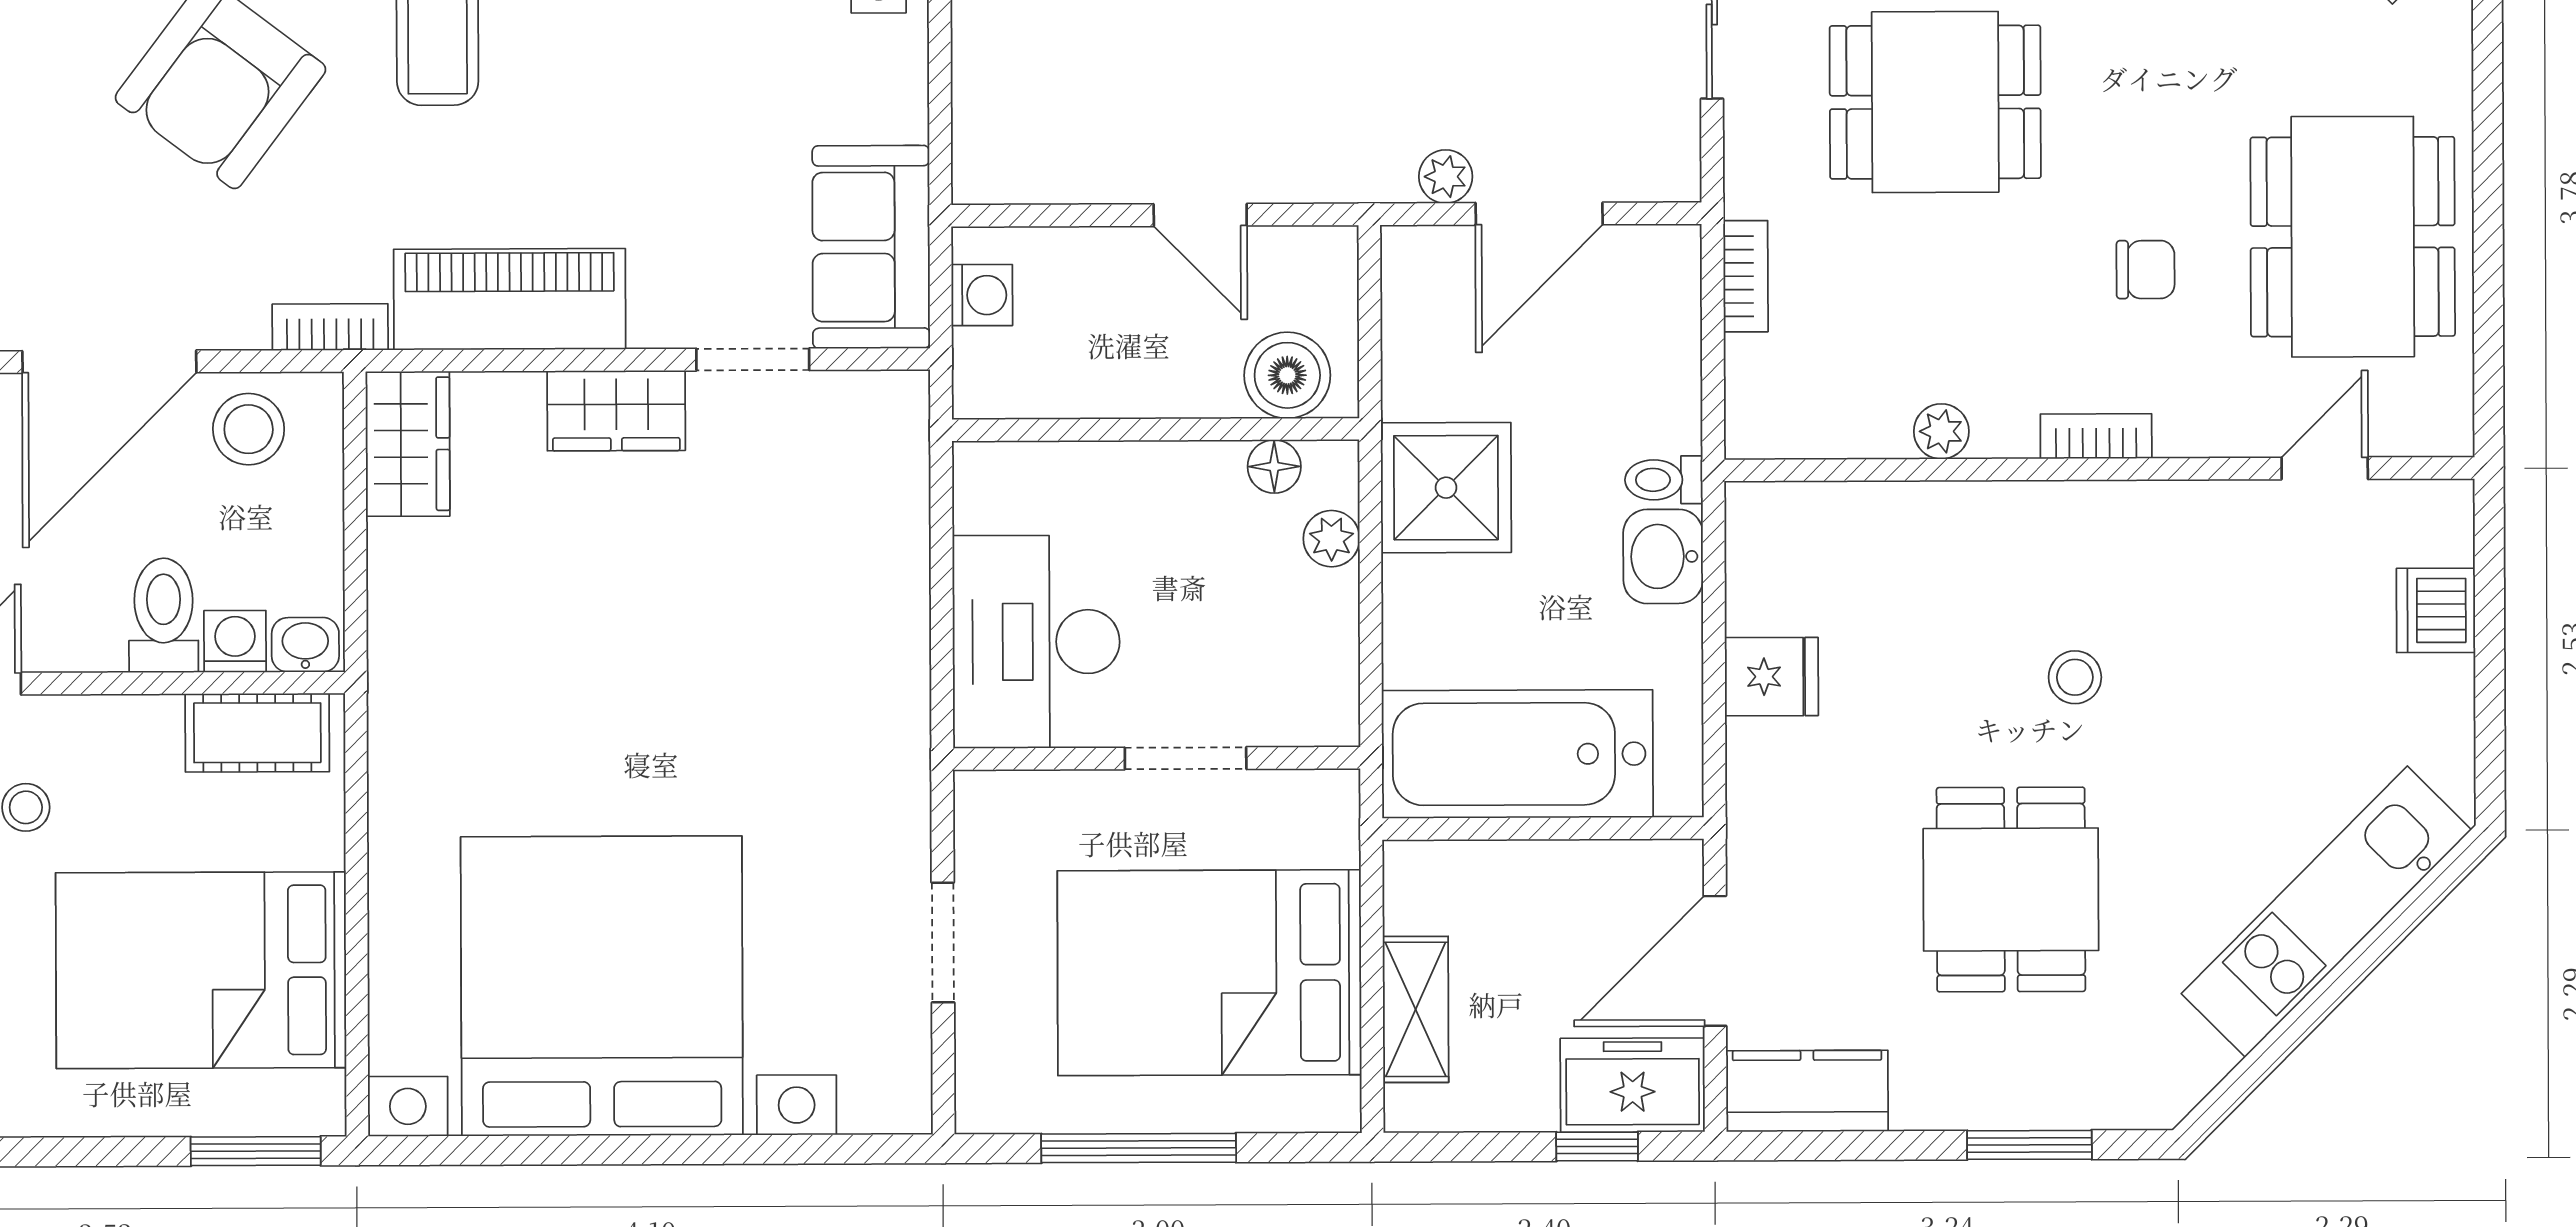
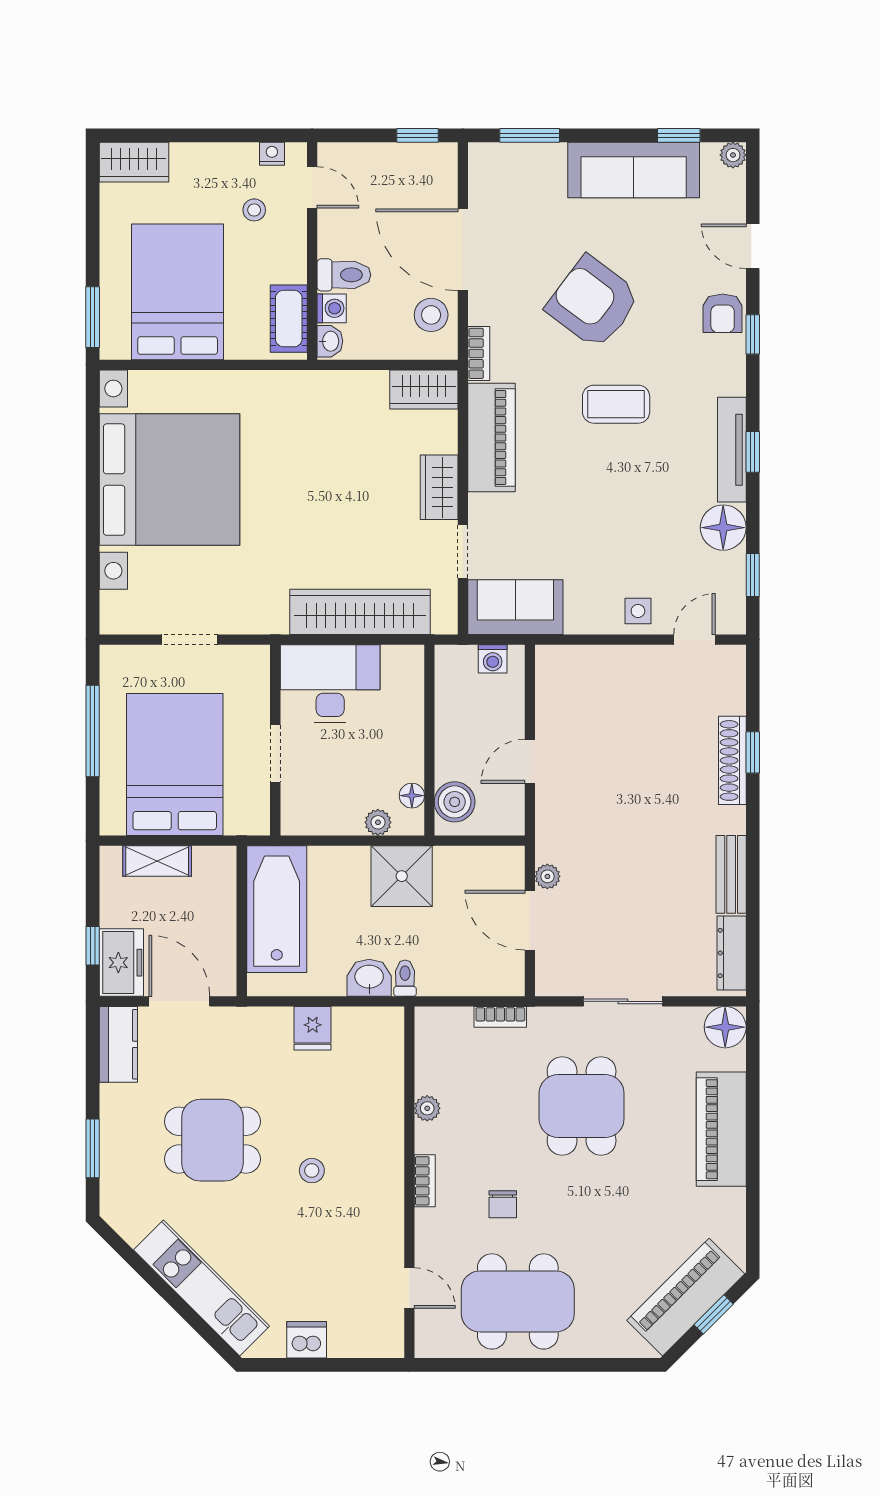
wardrobe: (882, 579) -> (360, 612), added
dishwasher: (2436, 610) -> (307, 1340), moved

